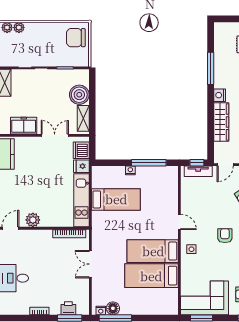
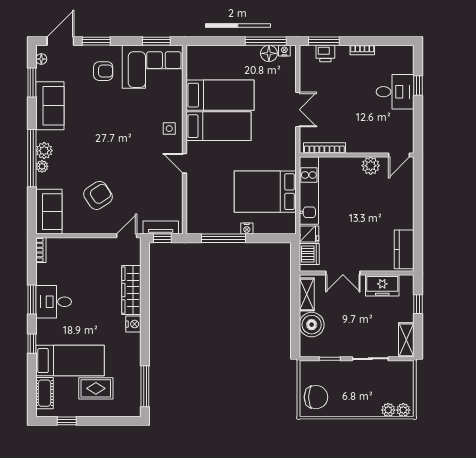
window: (211, 68) -> (145, 386), moved
bed: (116, 199) -> (265, 192), width x1.50
armchair: (225, 236) -> (127, 146), removed

